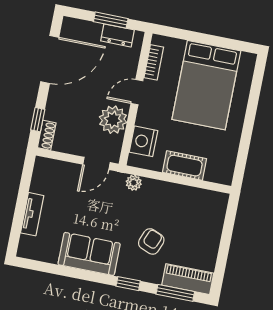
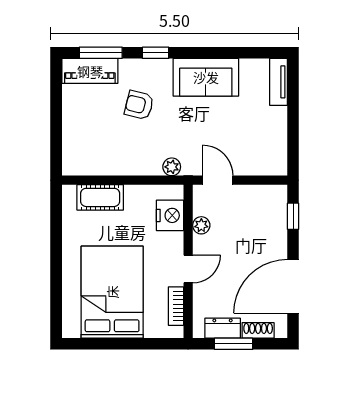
plant: (113, 120) -> (201, 225), width x0.53, depth x0.53
shoe rack: (47, 135) -> (258, 330), moved, turned 90
door: (96, 163) -> (218, 180), hinge flipped
cot: (185, 166) -> (100, 197), moved
tv unit: (32, 214) -> (278, 82), moved
armchair: (151, 241) -> (139, 105), turned 82

